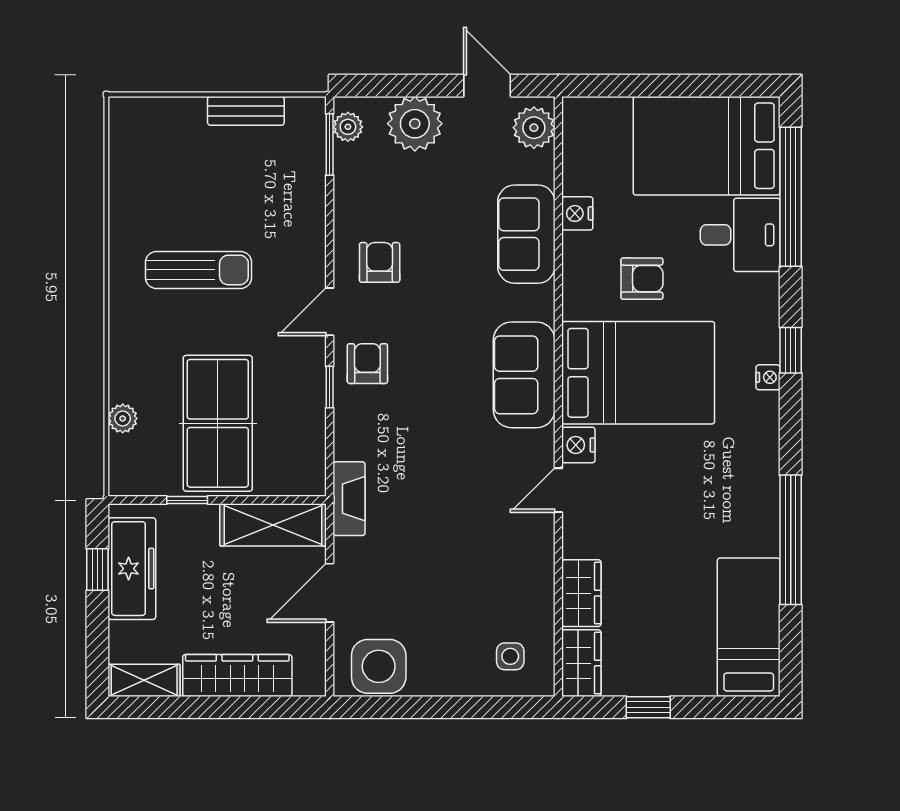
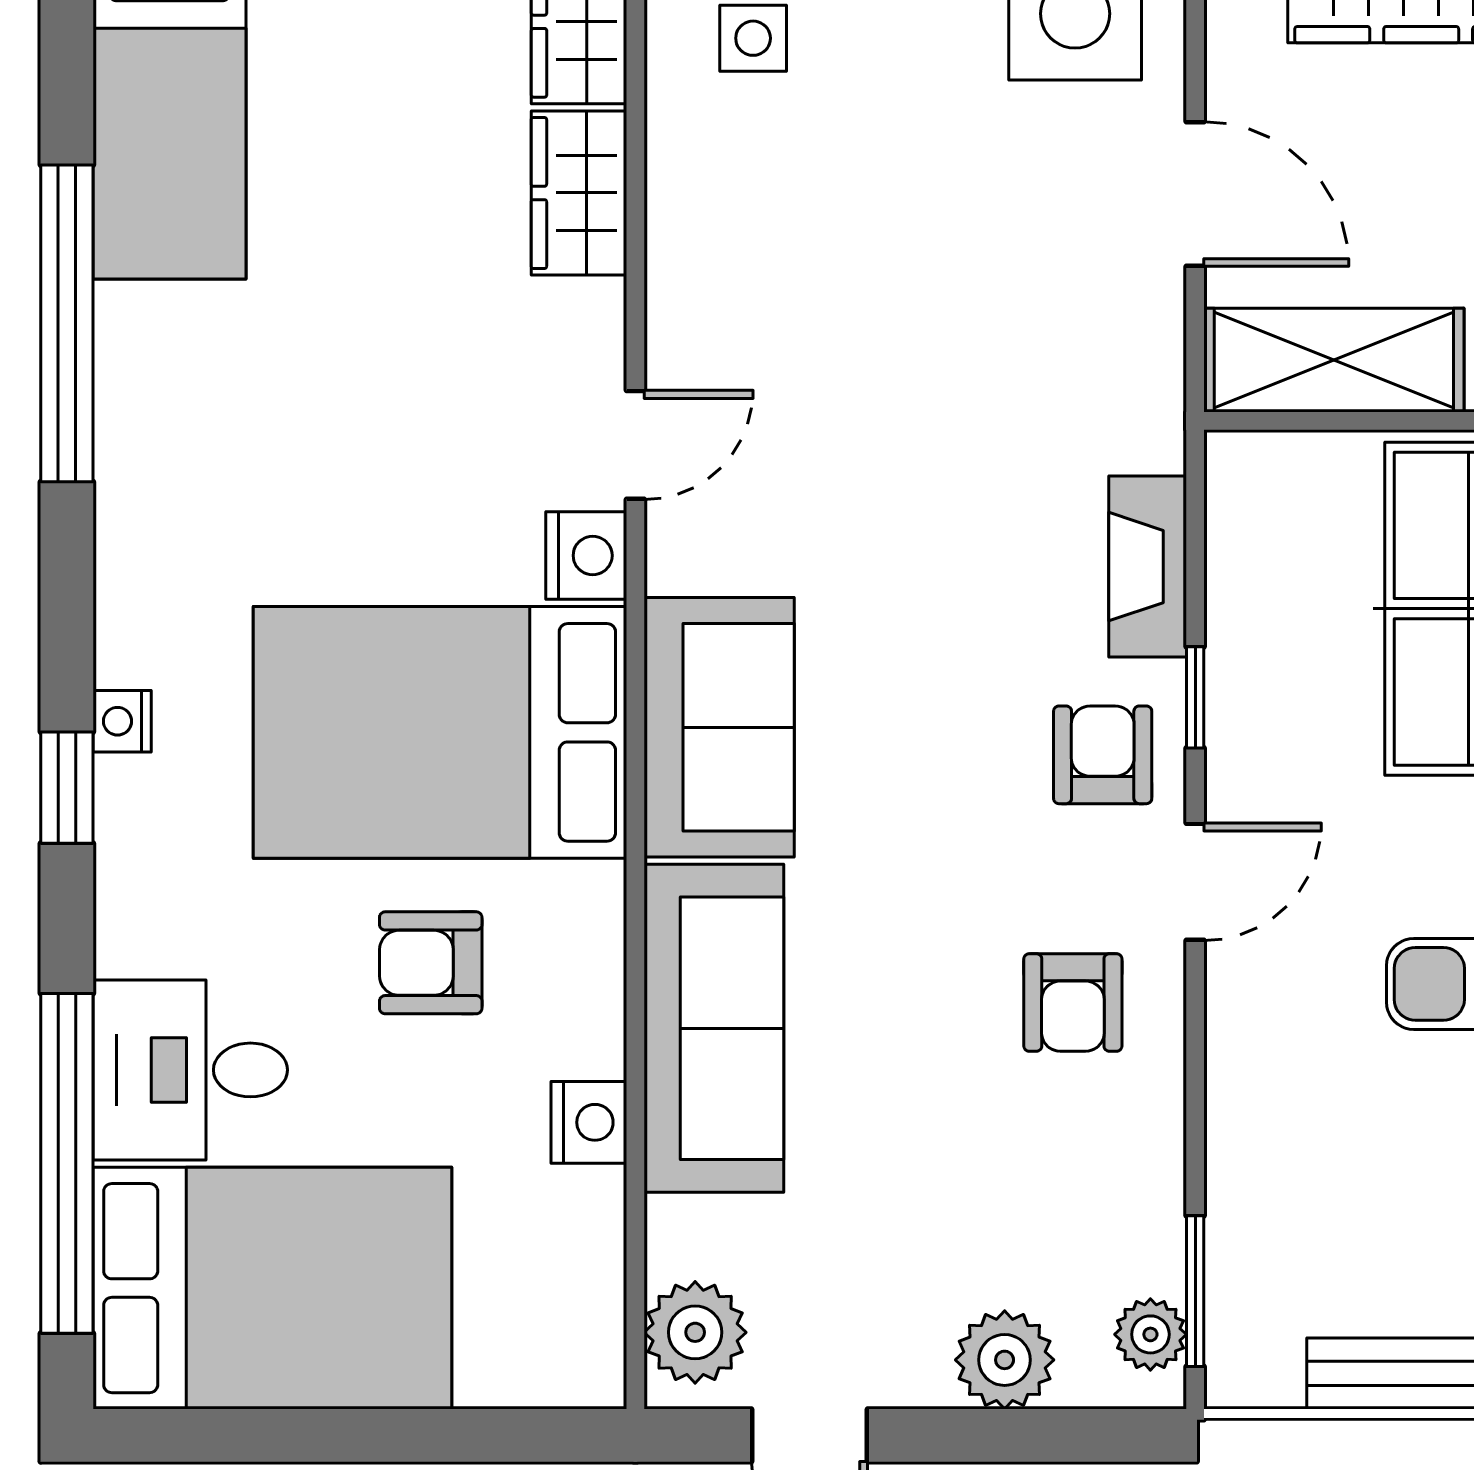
plant: (415, 124) -> (1005, 1360), width x0.73, depth x0.73
sofa: (526, 234) -> (714, 1028), width x1.36
armchair: (367, 364) -> (1103, 755), turned 180
fireplace: (349, 499) -> (1148, 567), moved
door: (330, 593) -> (1195, 194), hinge flipped

